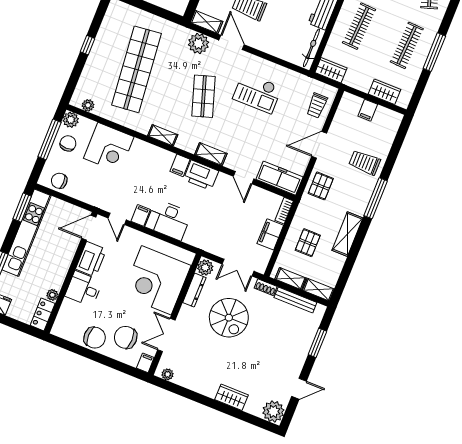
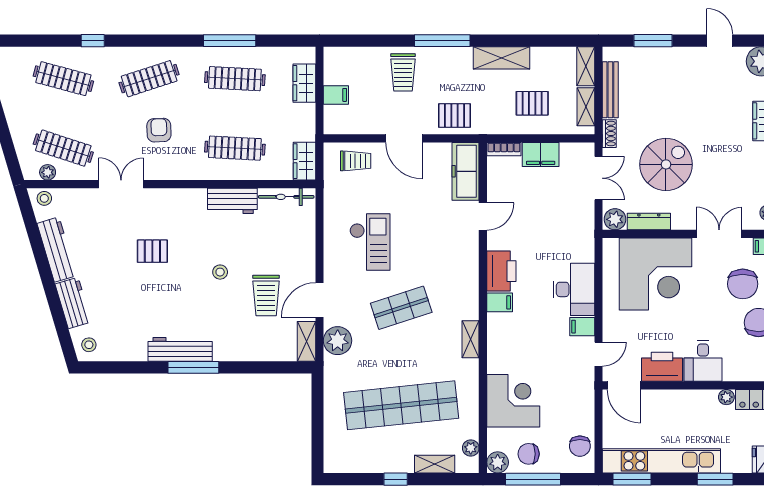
shelving: (211, 154) -> (435, 464), moved, turned 90
double door: (166, 335) -> (719, 234), swing flipped

